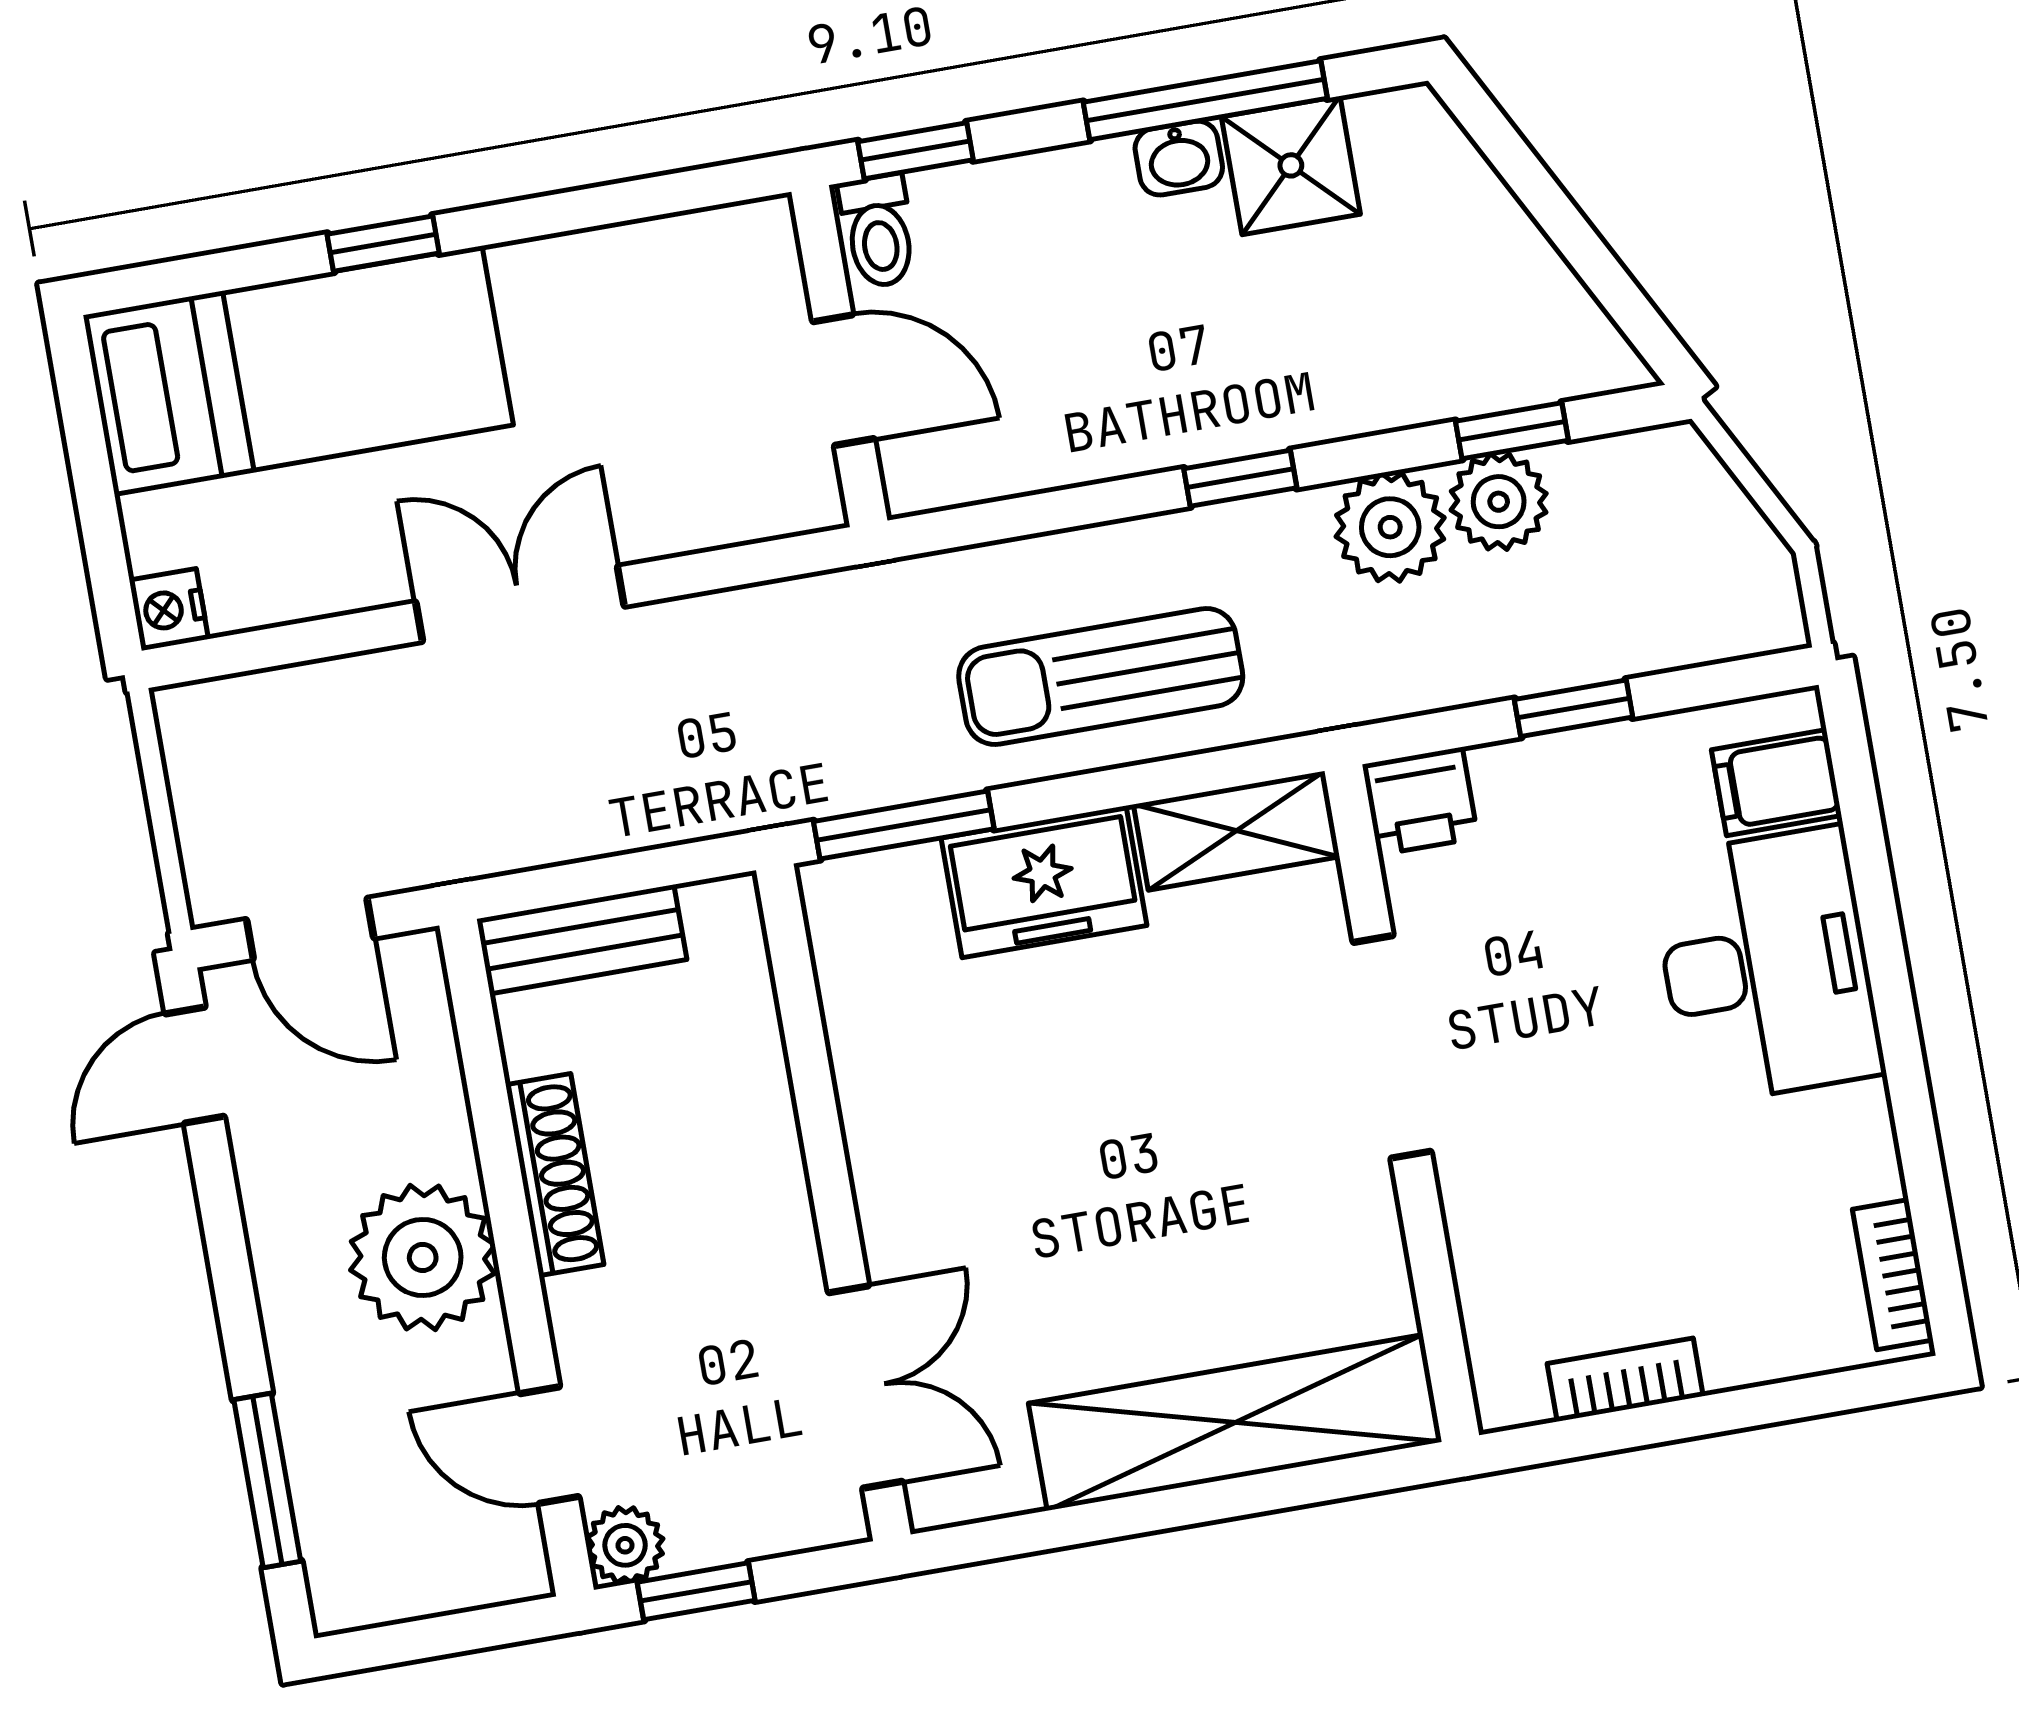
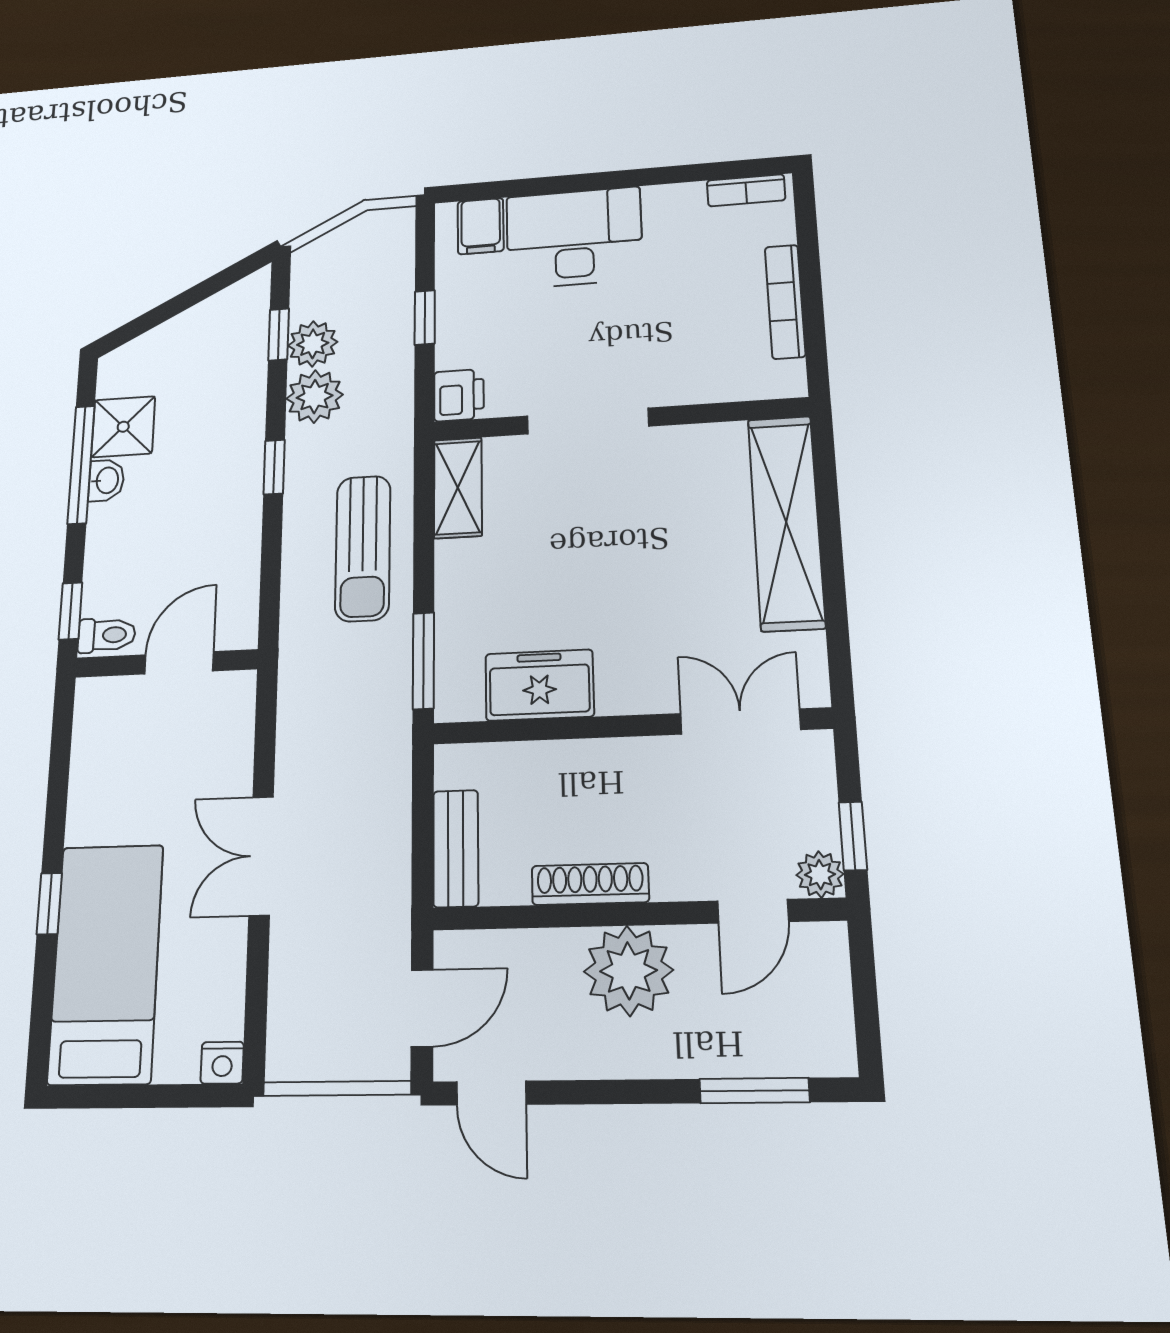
freezer: (1044, 882) -> (539, 685), moved, turned -90
bookcase: (1625, 1380) -> (785, 301), width x1.56

